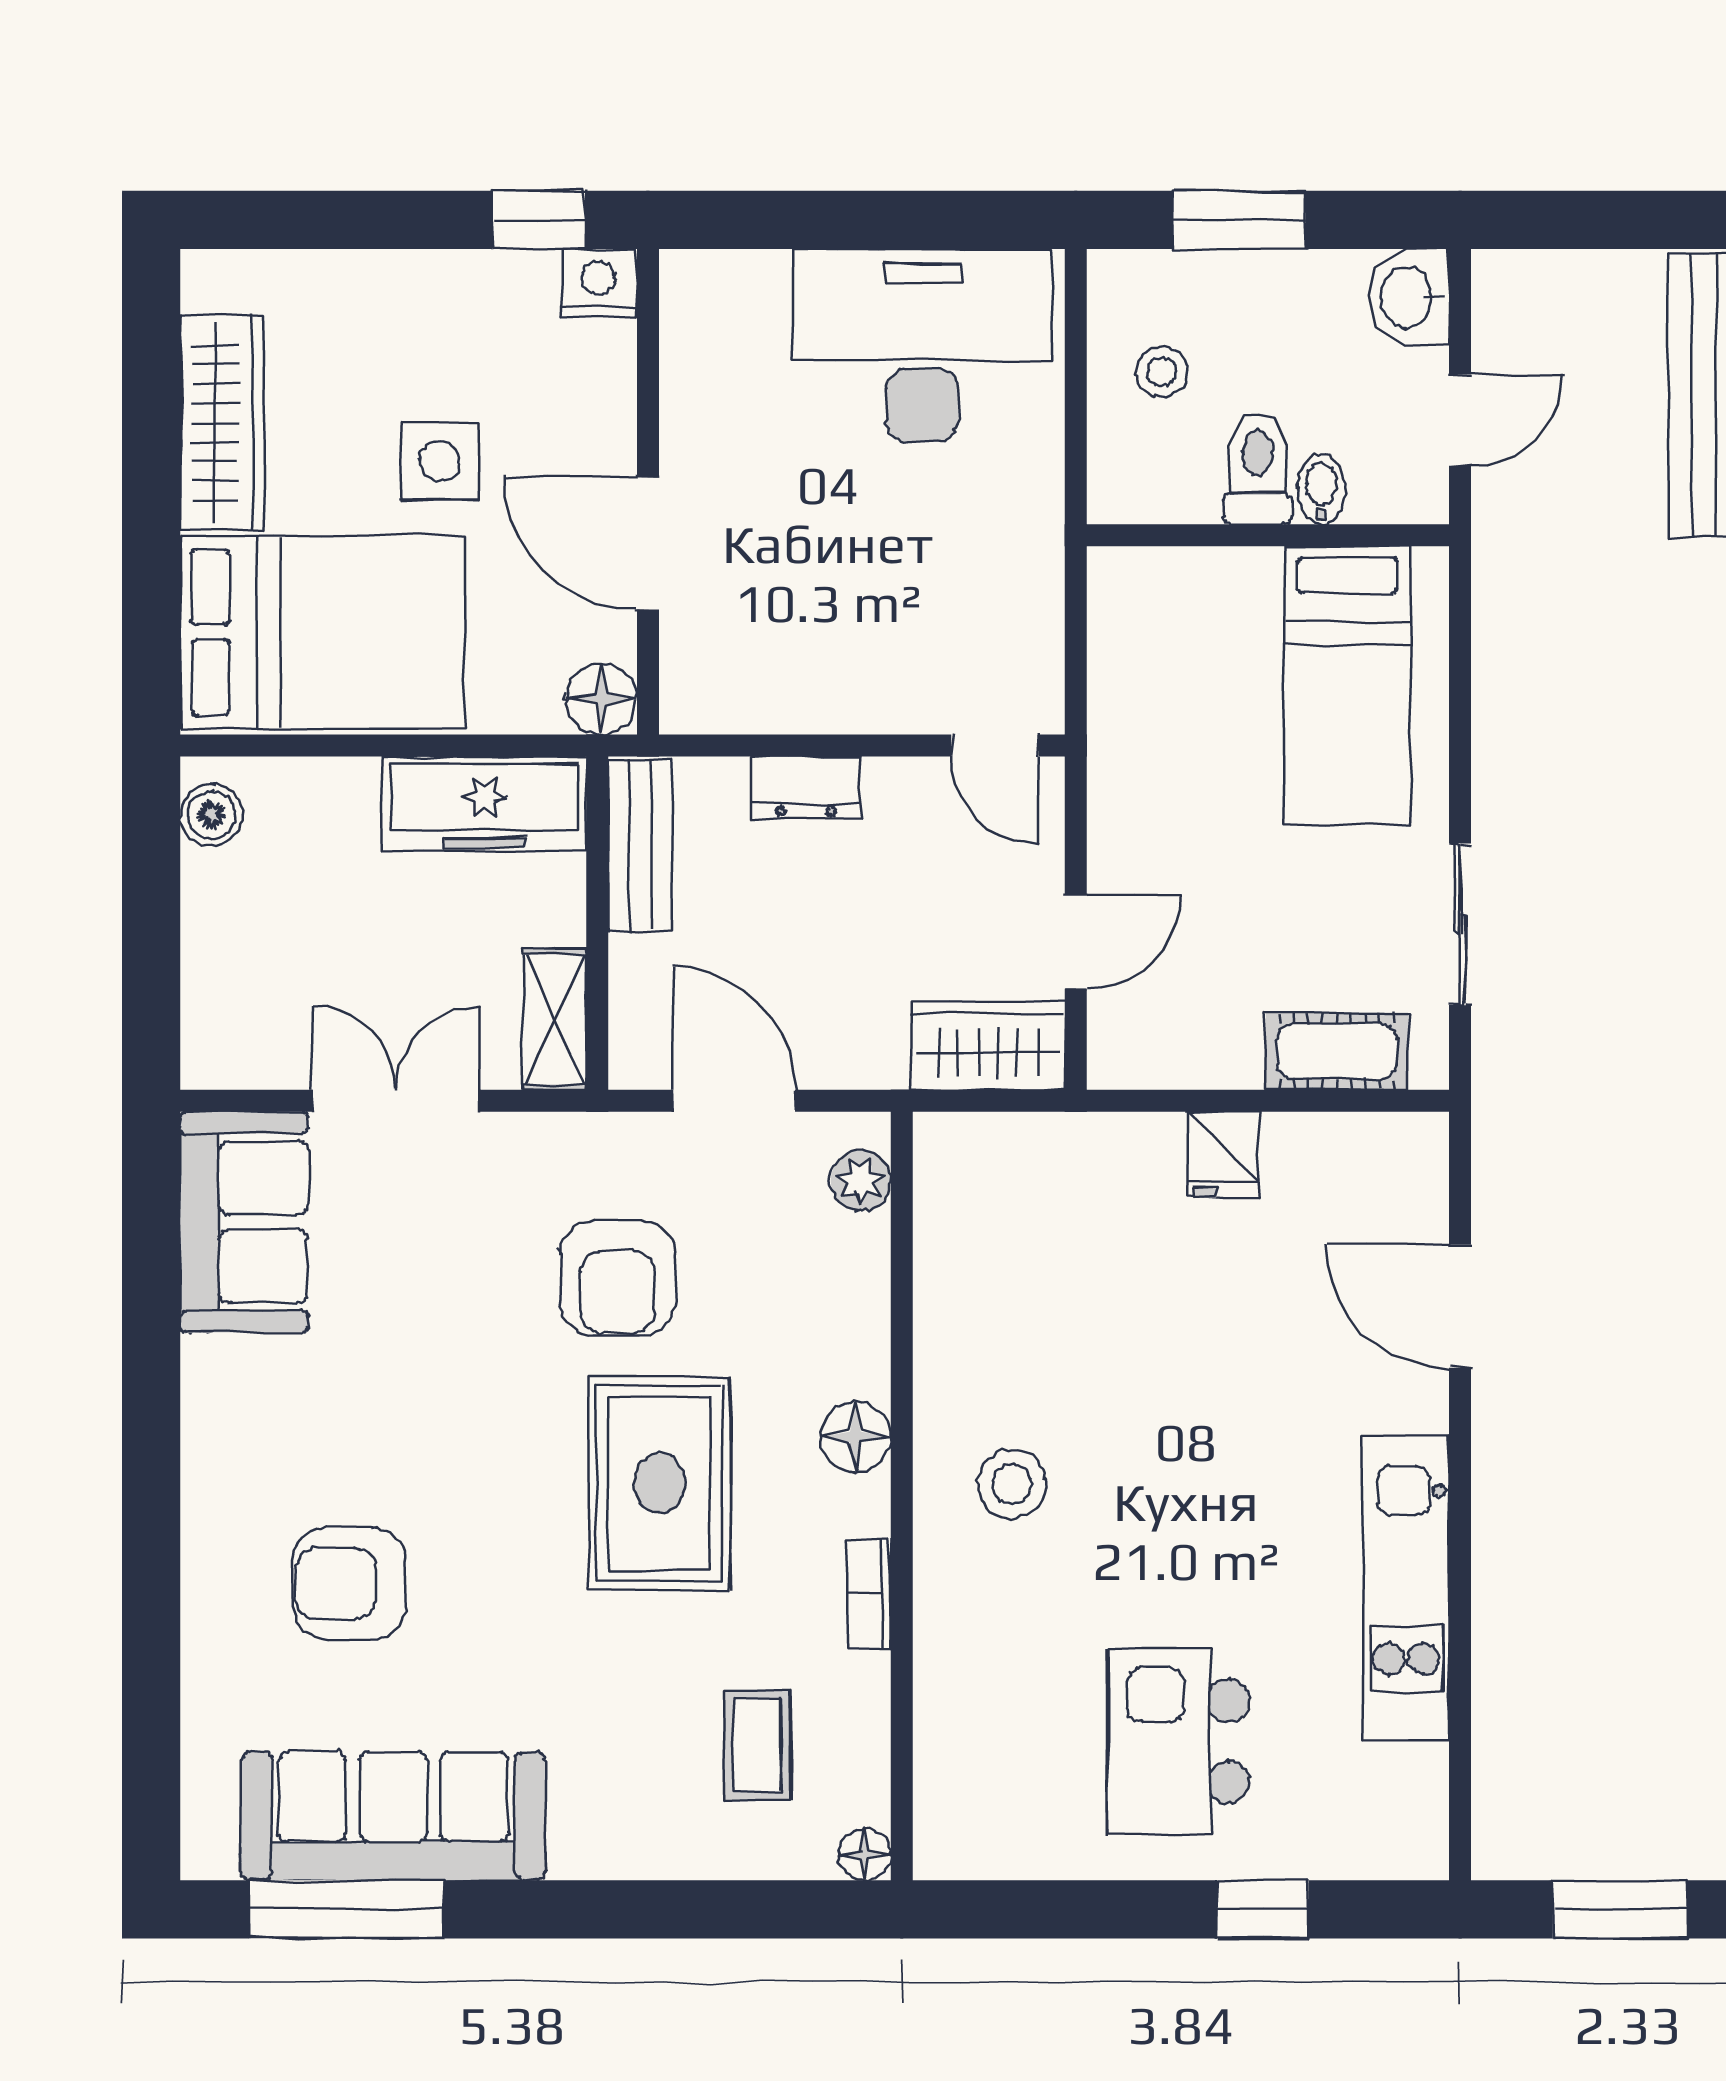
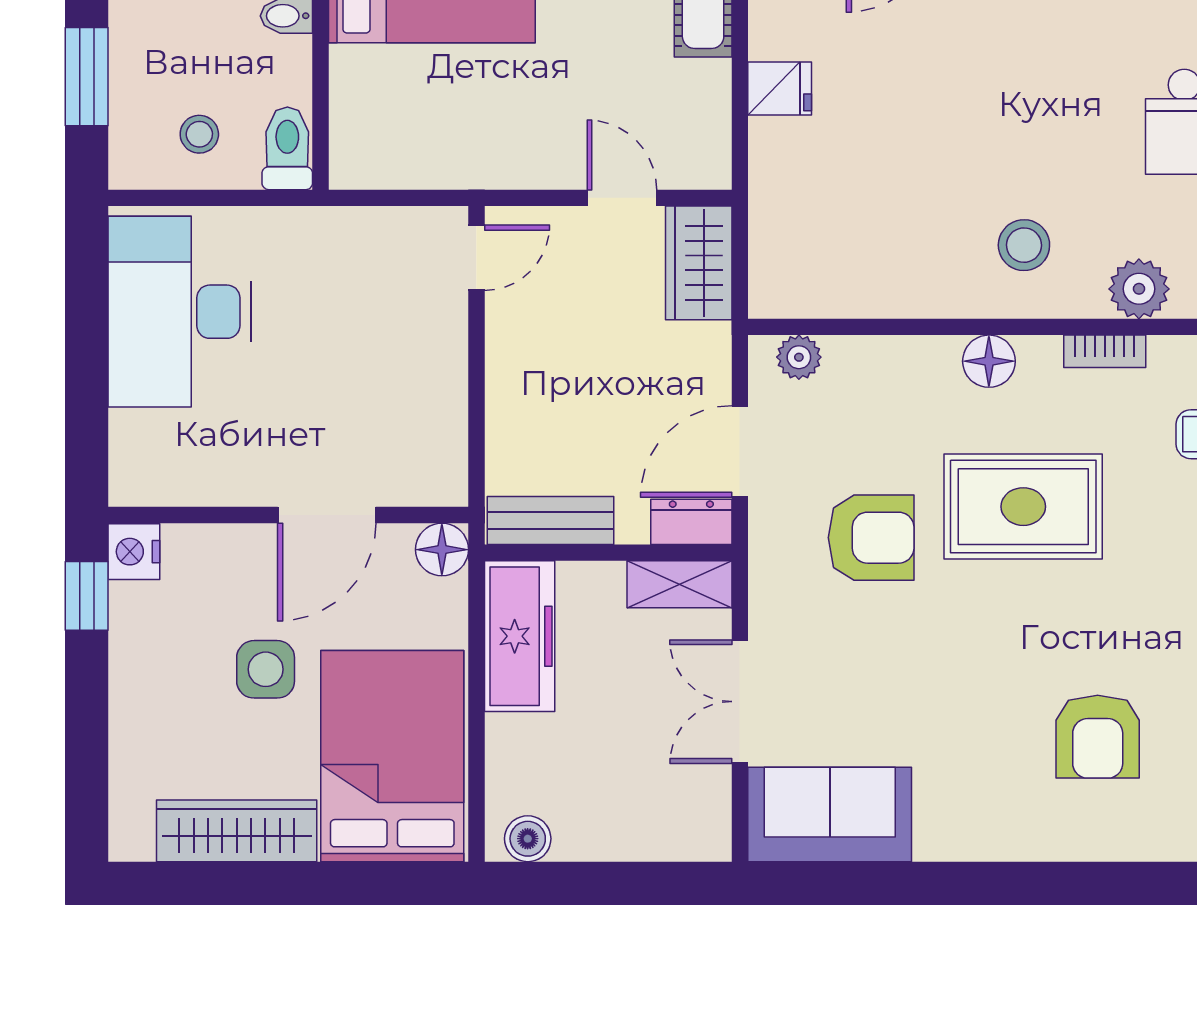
toilet: (1258, 468) -> (287, 148), moved, turned 90
dresser: (806, 787) -> (691, 522), moved, turned -90
plant: (953, 1639) -> (1139, 289), added

